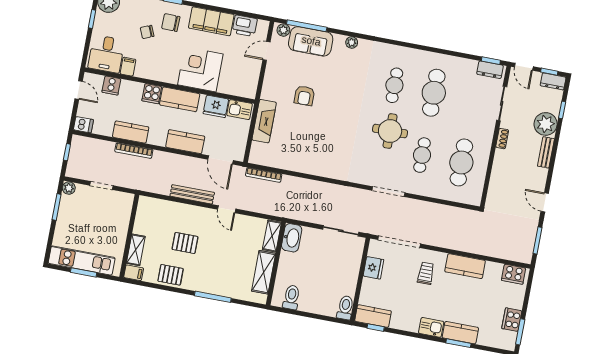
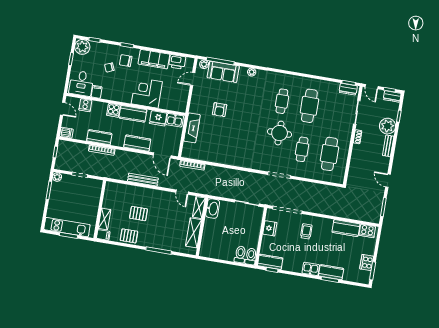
door: (227, 209) -> (182, 192), moved
kitchen counter: (465, 266) -> (346, 228), moved
toilet: (291, 297) -> (240, 254), moved

